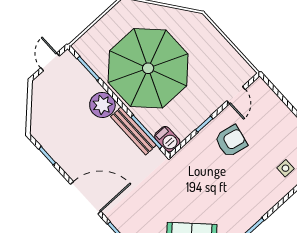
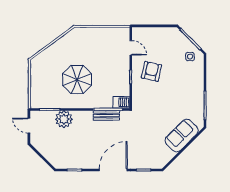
parasol: (148, 68) -> (77, 79), width x0.54, depth x0.54
plant: (102, 105) -> (64, 119), moved
bench: (133, 131) -> (106, 116), width x0.73

